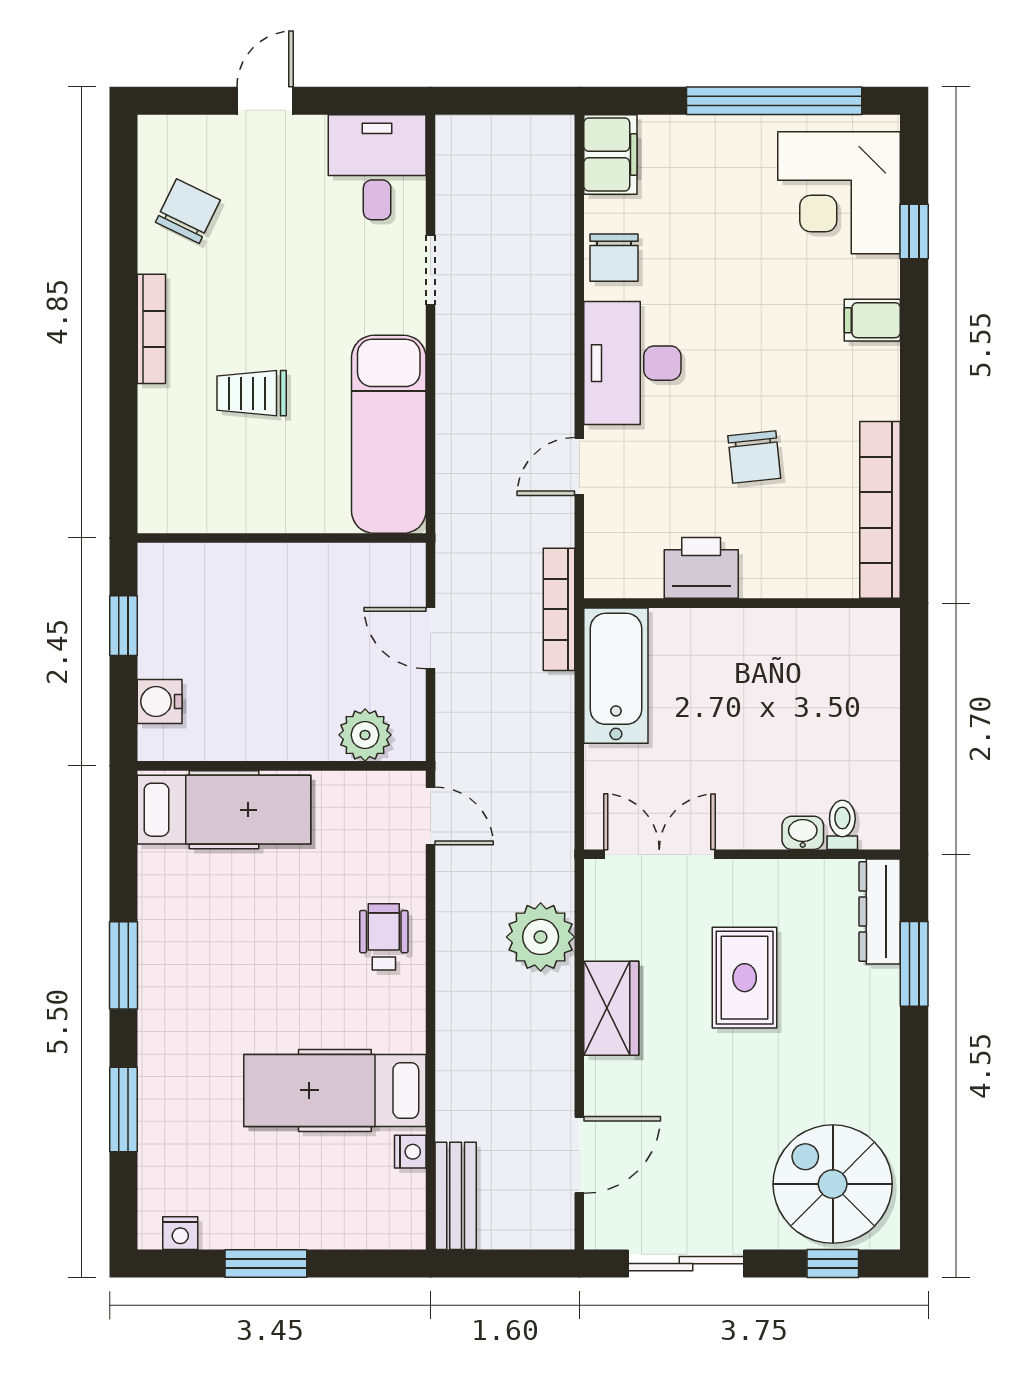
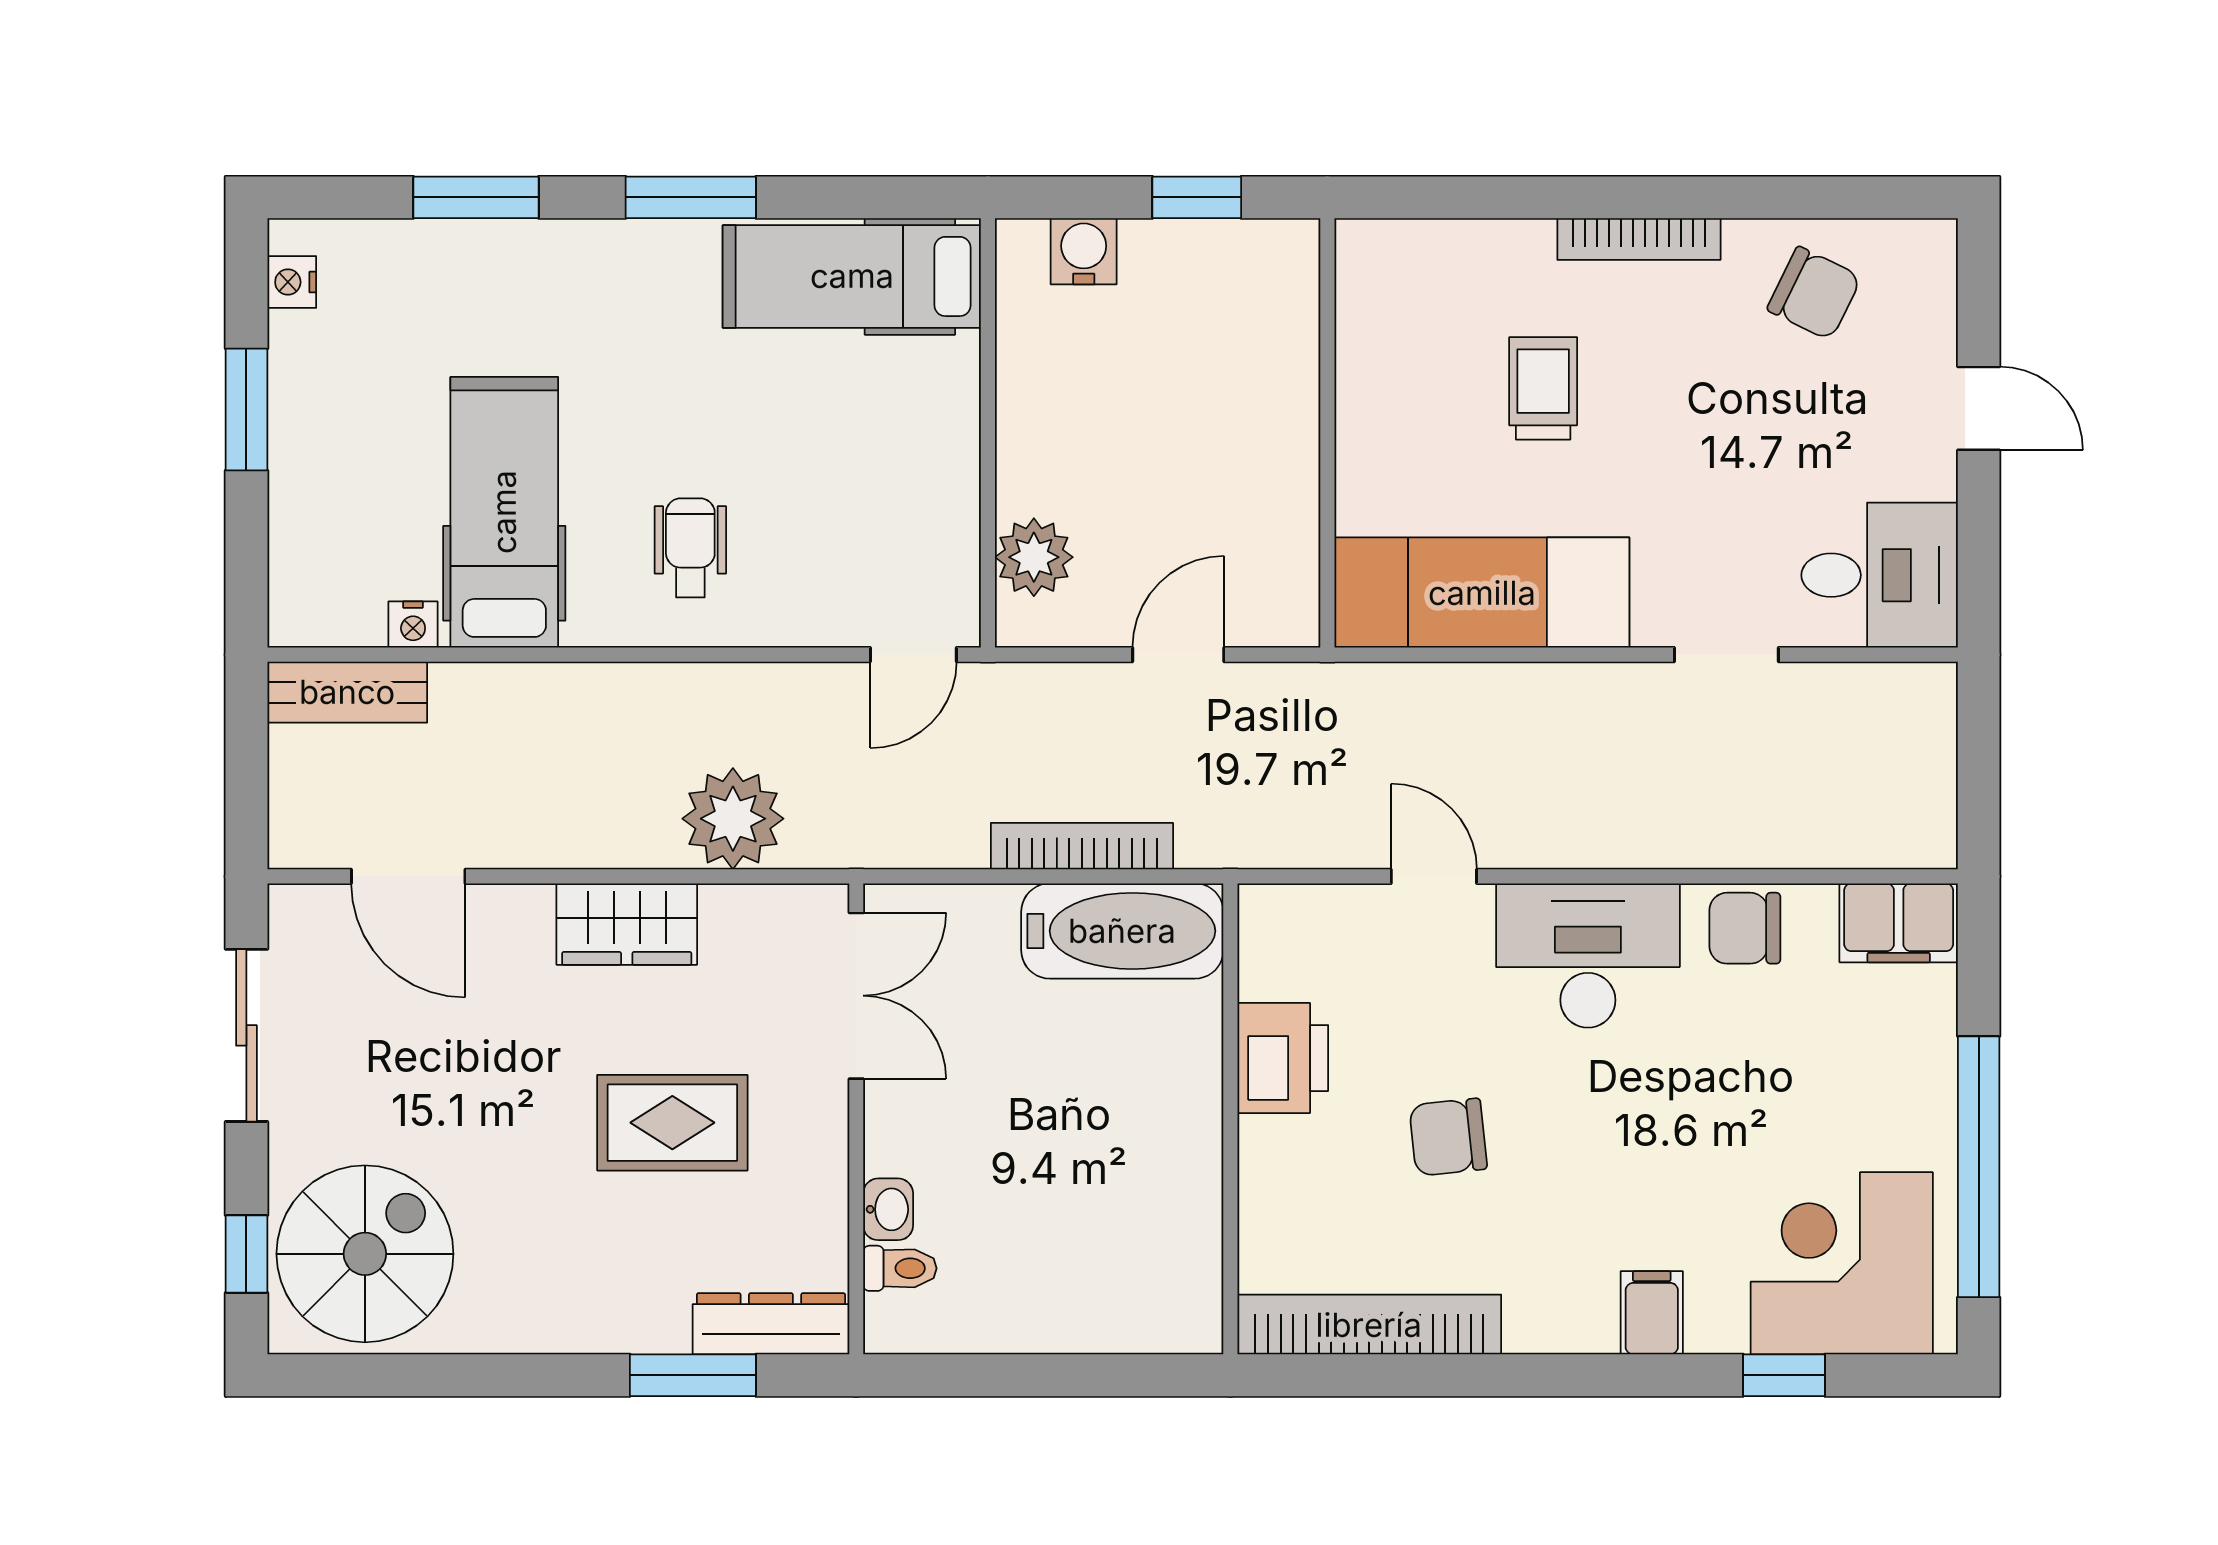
bookcase: (559, 609) -> (1082, 846), moved
hospital bed: (224, 810) -> (852, 276), moved, turned 90
wheelchair: (384, 937) -> (690, 548), moved, turned -90

